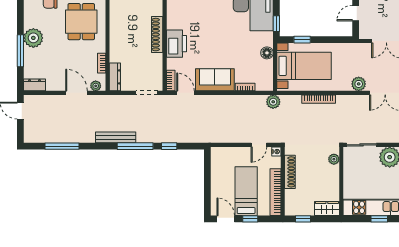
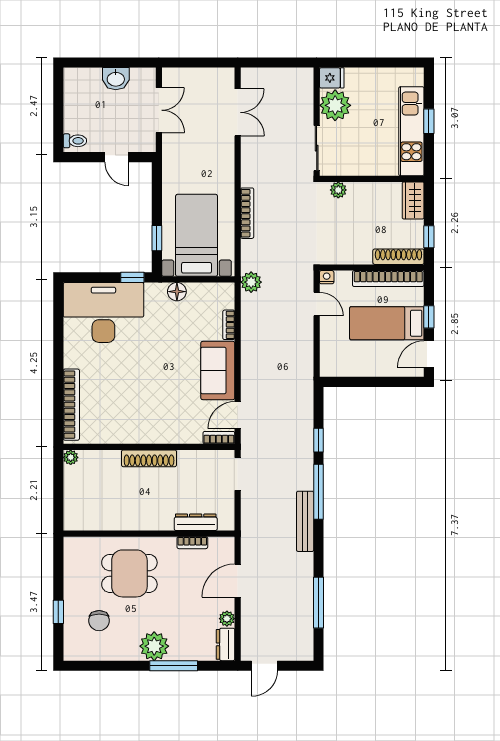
printer: (176, 44) -> (163, 429), removed
dresser: (115, 77) -> (196, 522), moved
plant: (359, 84) -> (224, 152), removed
plant: (96, 86) -> (227, 619), moved
shoe rack: (290, 172) -> (398, 257), moved

